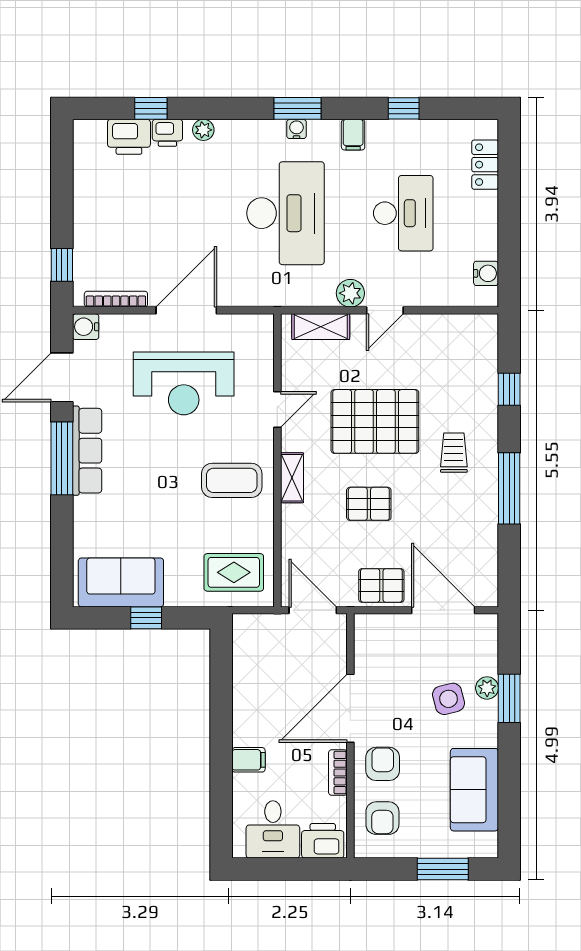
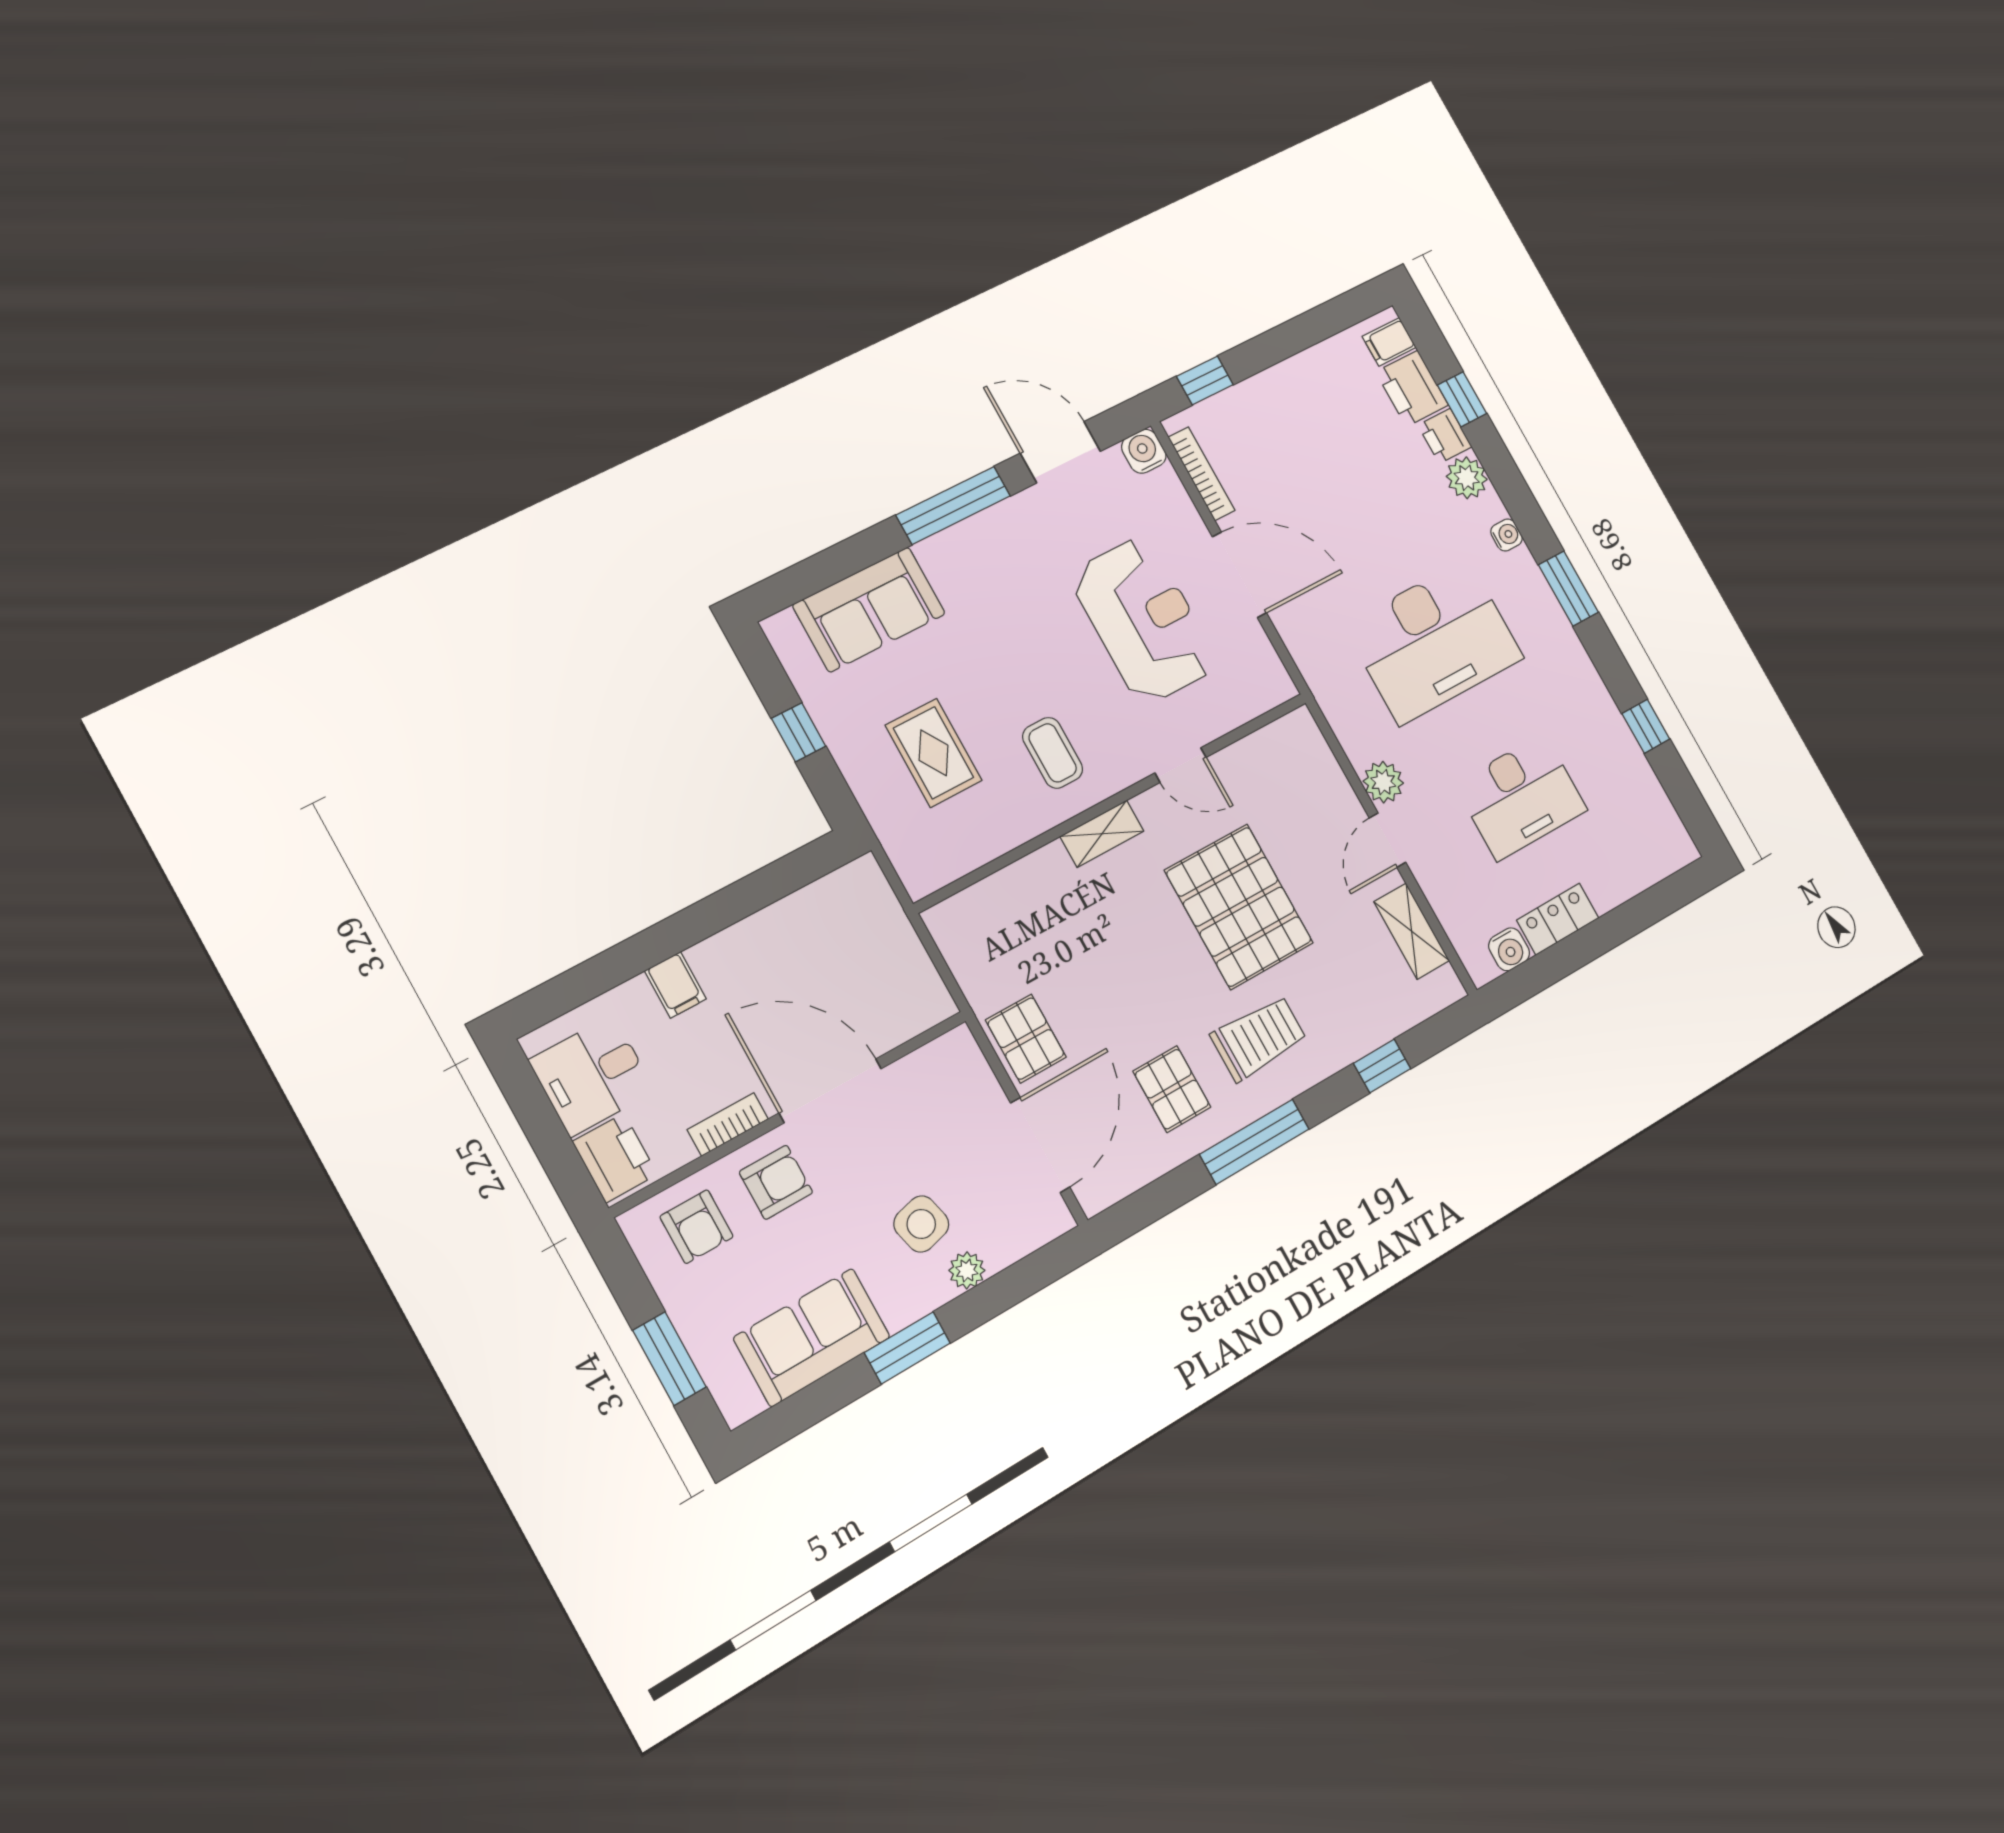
water cooler: (297, 129) -> (1506, 535), moved
plant: (203, 130) -> (1467, 478), width x1.38, depth x1.38
filing cabinet: (353, 135) -> (1389, 342), moved
locker: (485, 165) -> (1558, 919), moved
door: (385, 310) -> (1388, 840), hinge flipped
shelving: (321, 327) -> (1412, 931), moved
reception desk: (184, 383) -> (1144, 620), turned 180
row of seats: (87, 451) -> (983, 535), removed
trolley: (454, 453) -> (1259, 1038), width x1.36, depth x1.39
coffee table: (232, 480) -> (1053, 753), width x0.73, depth x0.77
pallet: (369, 504) -> (1172, 1089), moved
rug: (234, 572) -> (934, 753), moved
sofa: (121, 582) -> (869, 609), moved, turned 90
door: (313, 610) -> (939, 961), removed
window: (509, 698) -> (907, 1348), moved
armchair: (382, 818) -> (697, 1227), turned -90

